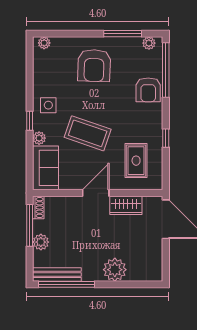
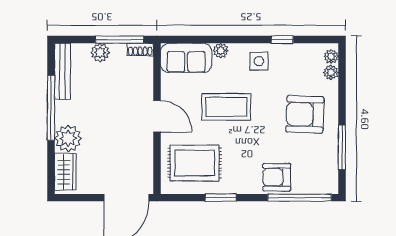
plant: (149, 43) -> (331, 72), moved
window: (30, 121) -> (282, 40), moved
coffee table: (88, 133) -> (226, 107), turned 71
window: (166, 138) -> (221, 198), width x1.50
rug: (136, 161) -> (195, 163), width x1.36, depth x1.43
wardrobe: (126, 205) -> (65, 172), moved, turned 180
window: (67, 284) -> (51, 108), moved

